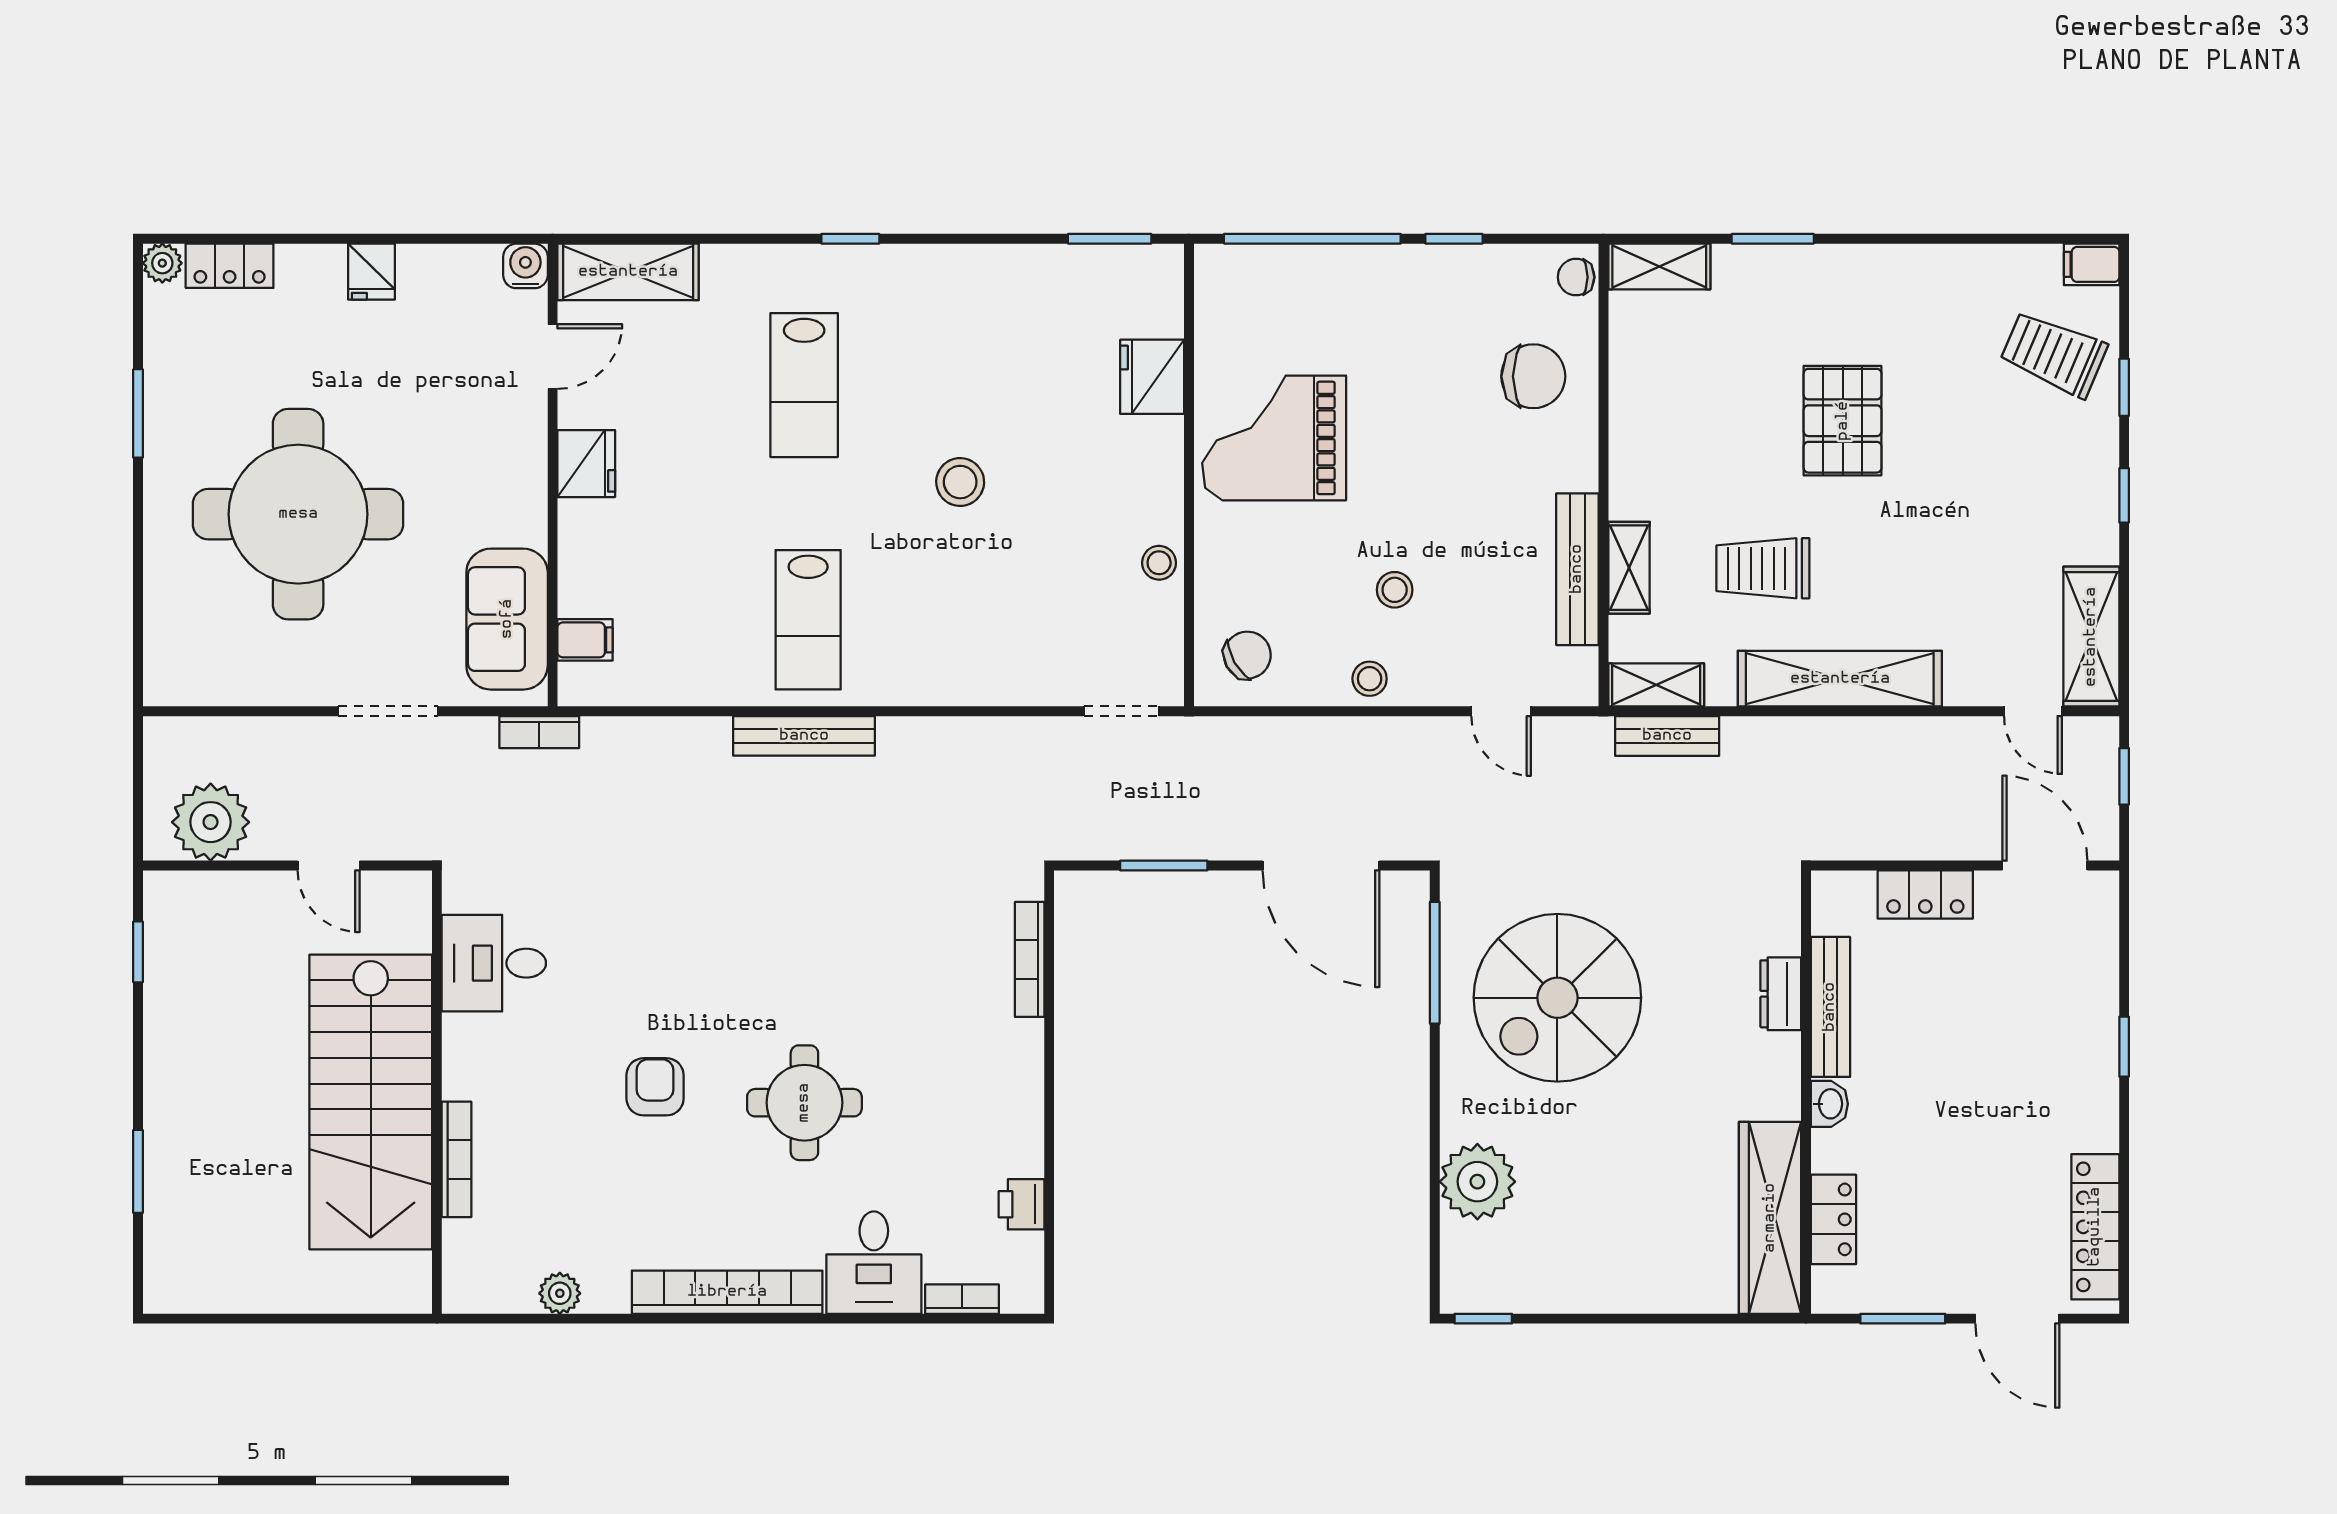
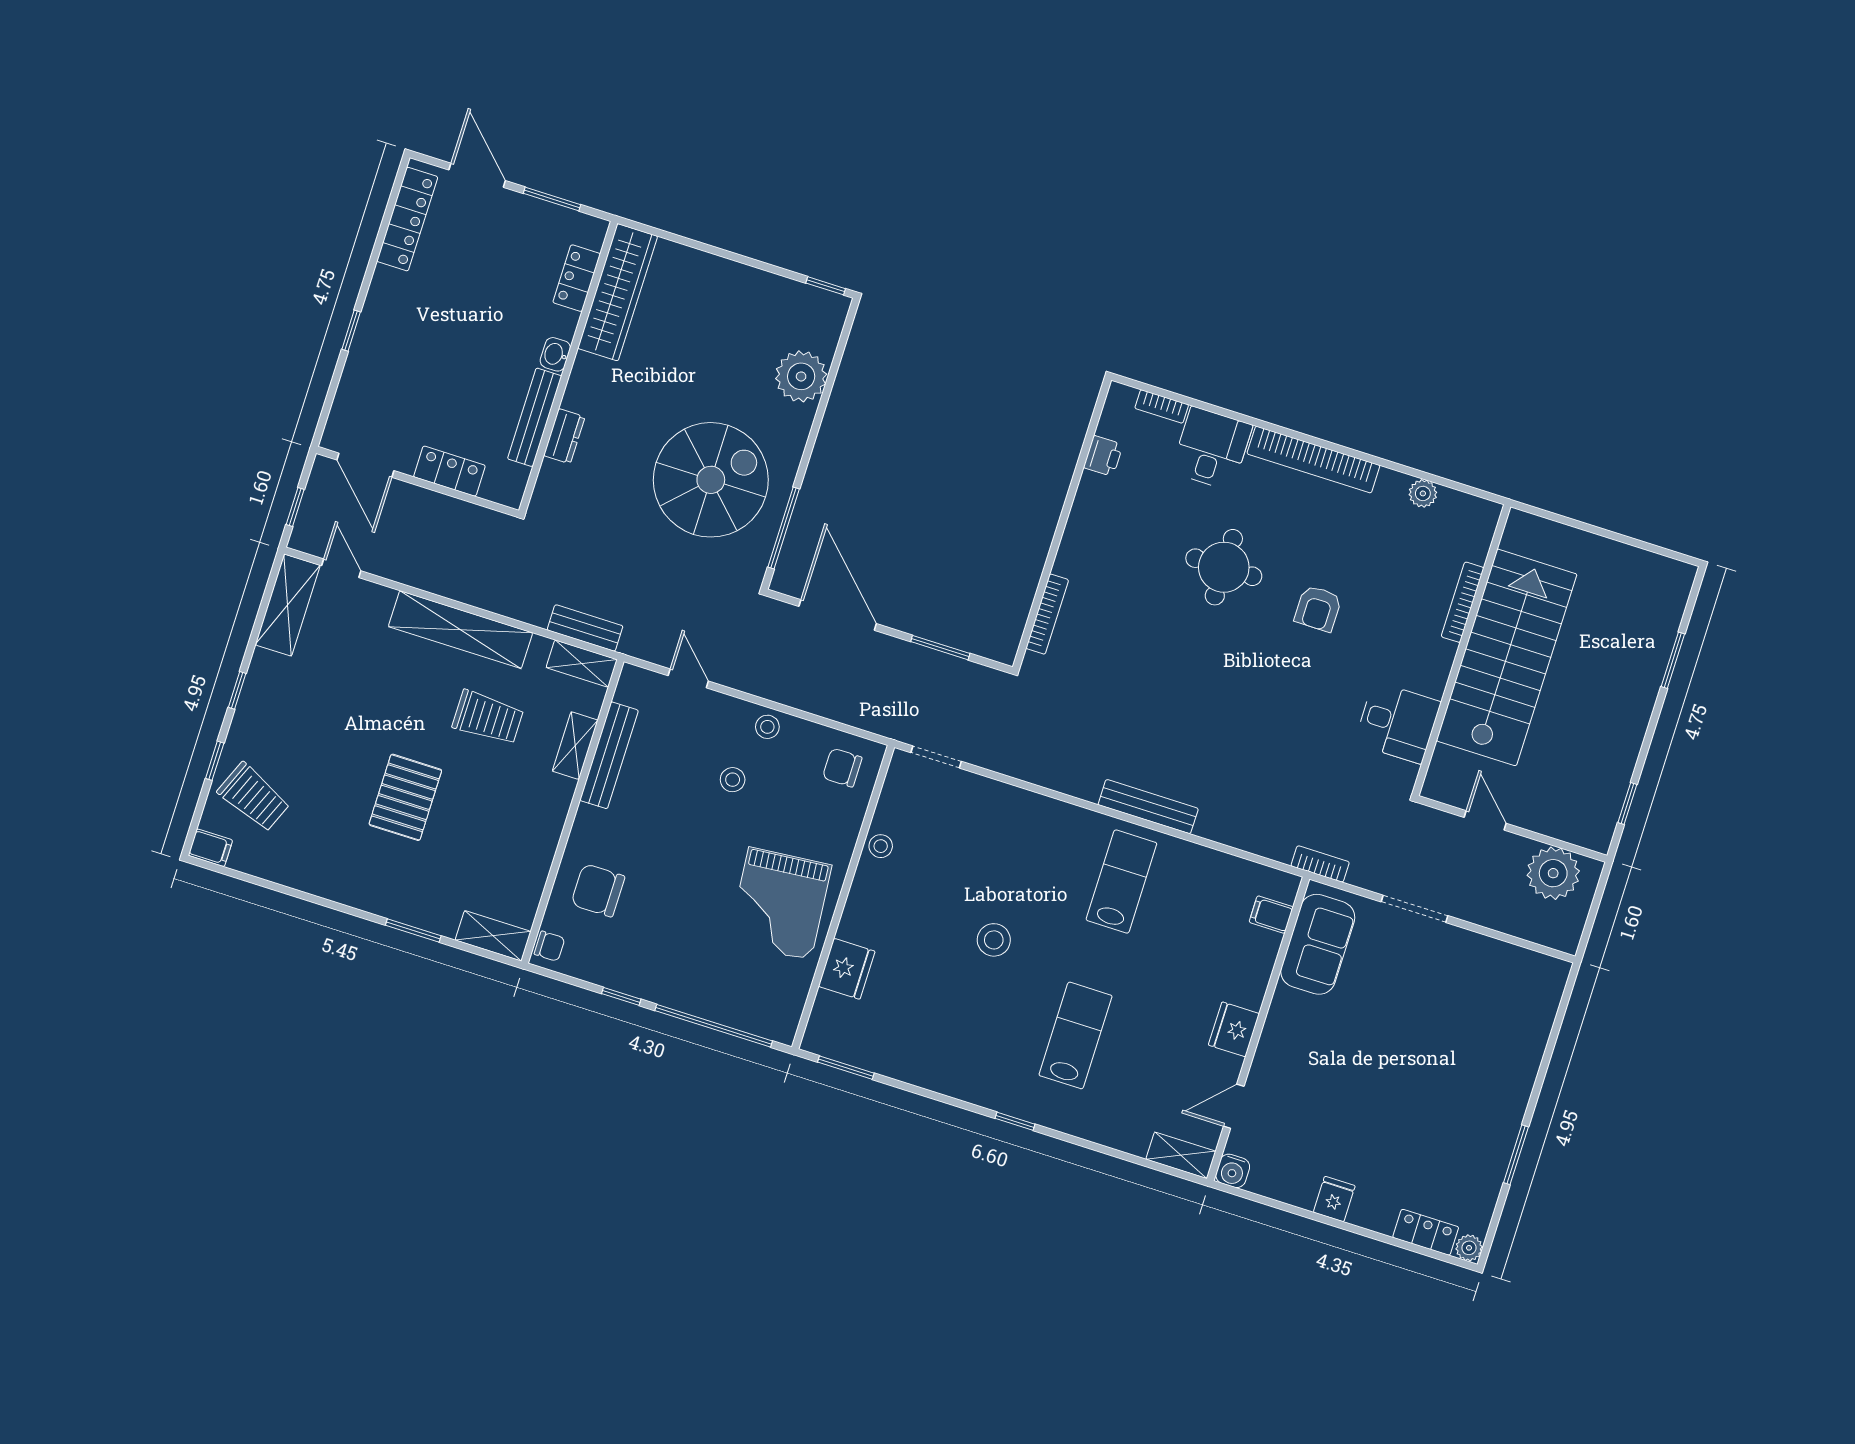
shelving: (628, 272) -> (1181, 1155), width x0.67, depth x0.75
grand piano: (1274, 438) -> (780, 904), turned 85
round table: (298, 514) -> (1432, 1056), removed
chair: (1247, 655) -> (842, 768), turned 30

